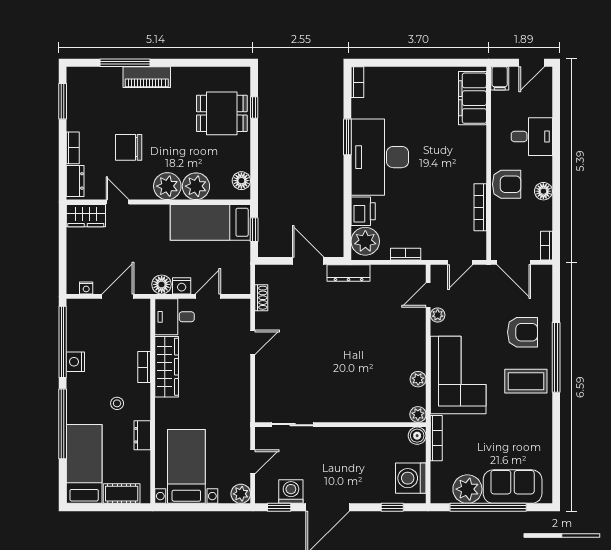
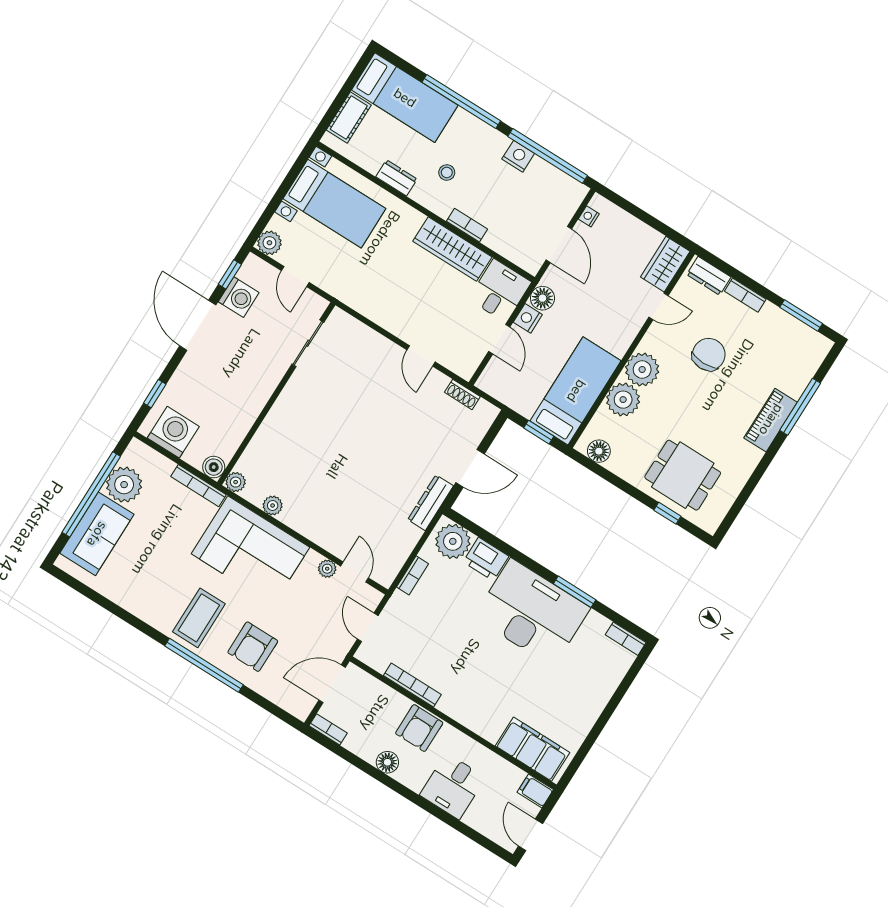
dining table: (222, 113) -> (683, 475), turned 90

